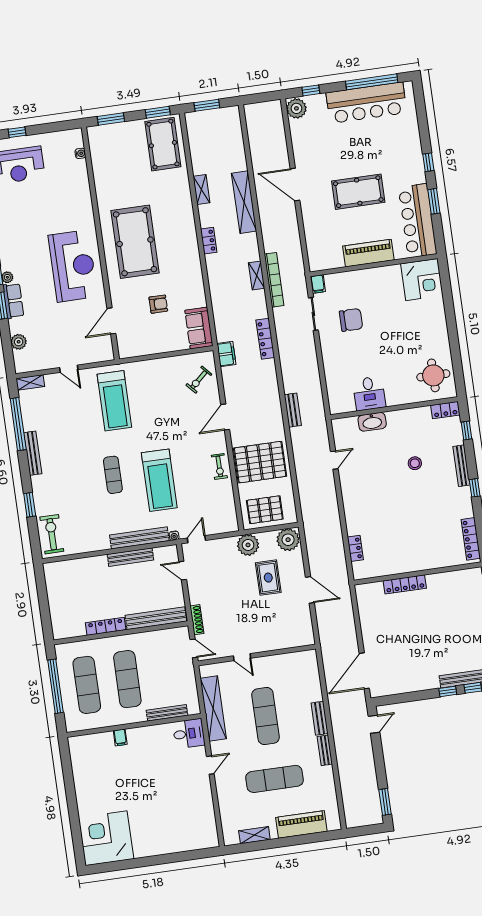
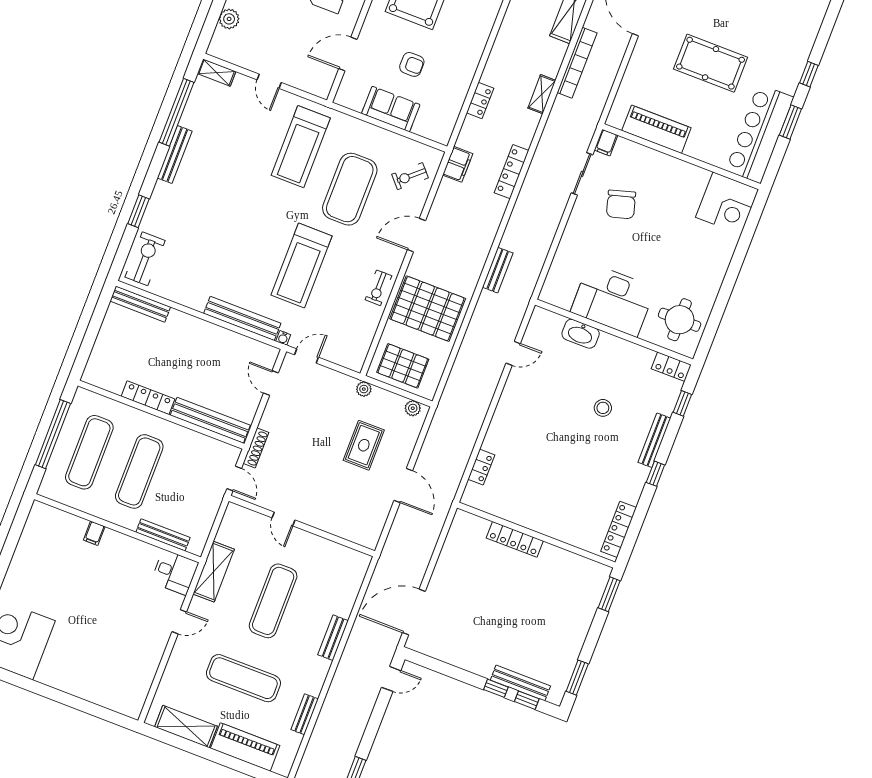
locker: (209, 241) -> (480, 101), moved
piano: (368, 253) -> (656, 129), moved
bookcase: (274, 280) -> (577, 63), moved
chair: (351, 320) -> (621, 204), turned 74
sofa: (199, 328) -> (391, 109), moved, turned 90
desk: (369, 393) -> (613, 300), width x1.87, depth x1.30
exercise mat: (113, 475) -> (350, 189), moved, width x2.00, depth x1.45
plant: (288, 540) -> (413, 408), width x0.53, depth x0.53
plant: (248, 545) -> (364, 389), width x0.53, depth x0.53
bench: (130, 557) -> (140, 304), moved
shelving: (213, 708) -> (214, 572), width x0.68
bench: (325, 750) -> (305, 714), moved
shelving: (254, 835) -> (186, 727), width x1.50, depth x1.33

